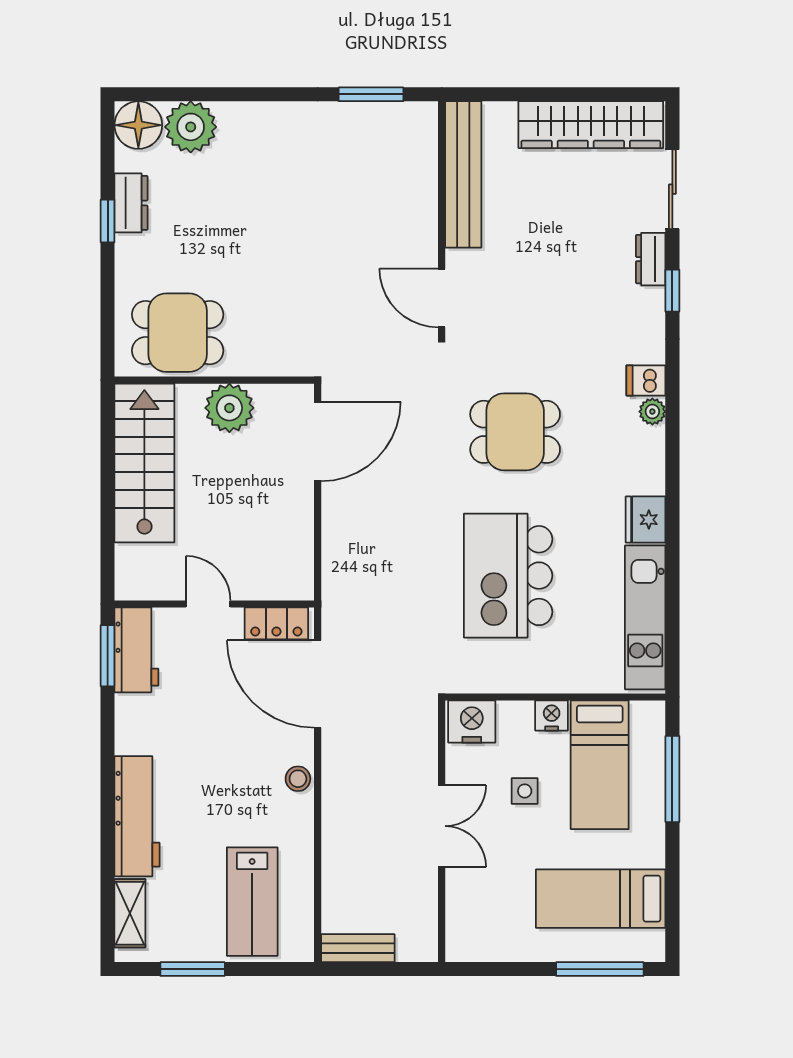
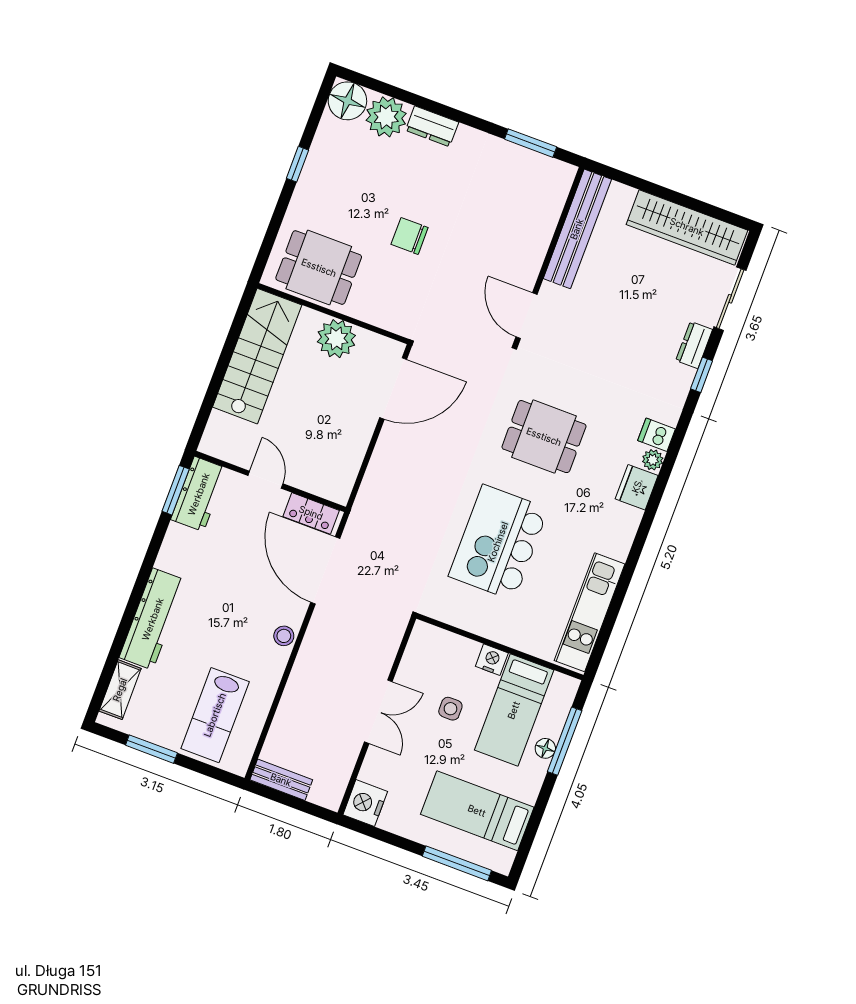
dresser: (131, 203) -> (432, 126), moved, turned 90
chair: (270, 256) -> (410, 236), added
fridge: (646, 520) -> (637, 487), moved
nightstand: (472, 722) -> (365, 803), moved, turned -90
floor lamp: (653, 796) -> (545, 748), added

